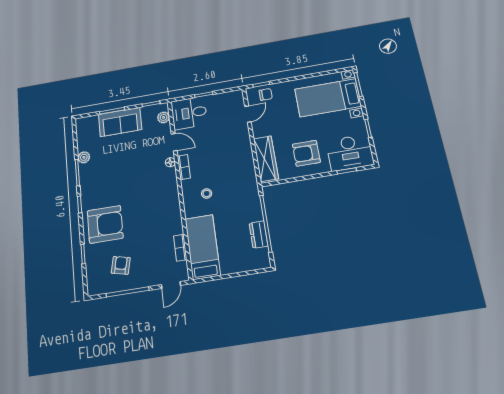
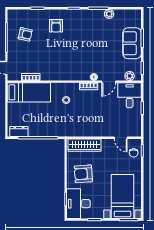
armchair: (306, 153) -> (83, 174), turned -94
armchair: (105, 224) -> (56, 26), width x0.53, depth x0.53
dresser: (258, 235) -> (19, 132), moved

